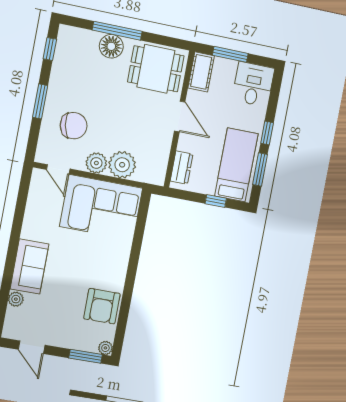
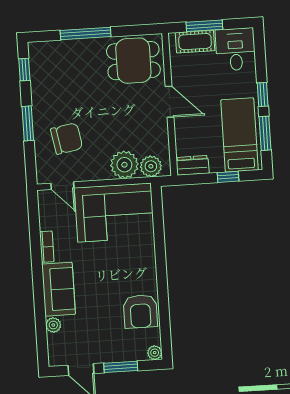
floor lamp: (111, 46) -> (84, 50), removed
cot: (201, 72) -> (195, 42), moved, turned 90
plant: (96, 163) -> (151, 166), moved
dresser: (182, 168) -> (193, 165), moved, turned -90
bookcase: (28, 223) -> (47, 247), added
window: (86, 356) -> (121, 367), moved

